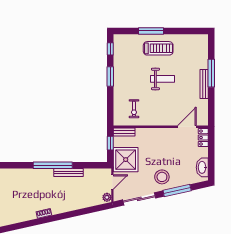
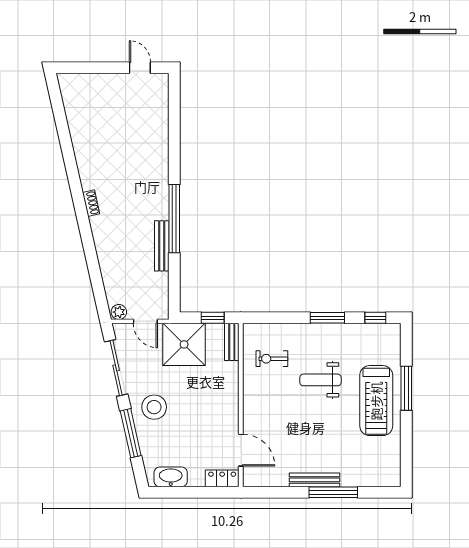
treadmill: (158, 48) -> (376, 401), width x1.37, depth x1.38
weight bench: (163, 79) -> (320, 380), moved, turned 90

